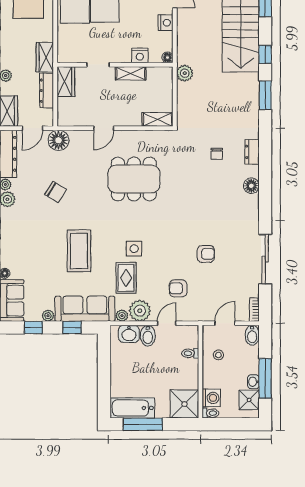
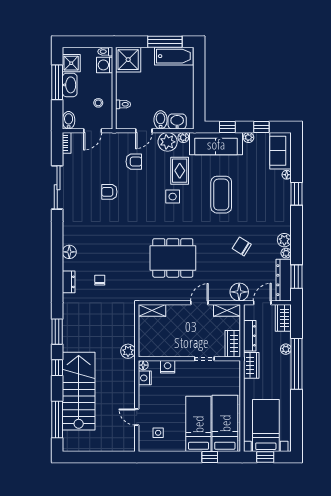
nightstand: (166, 23) -> (145, 378), moved
shelving: (131, 73) -> (227, 310), moved
washbasin: (253, 382) -> (70, 85), width x1.91, depth x1.45

